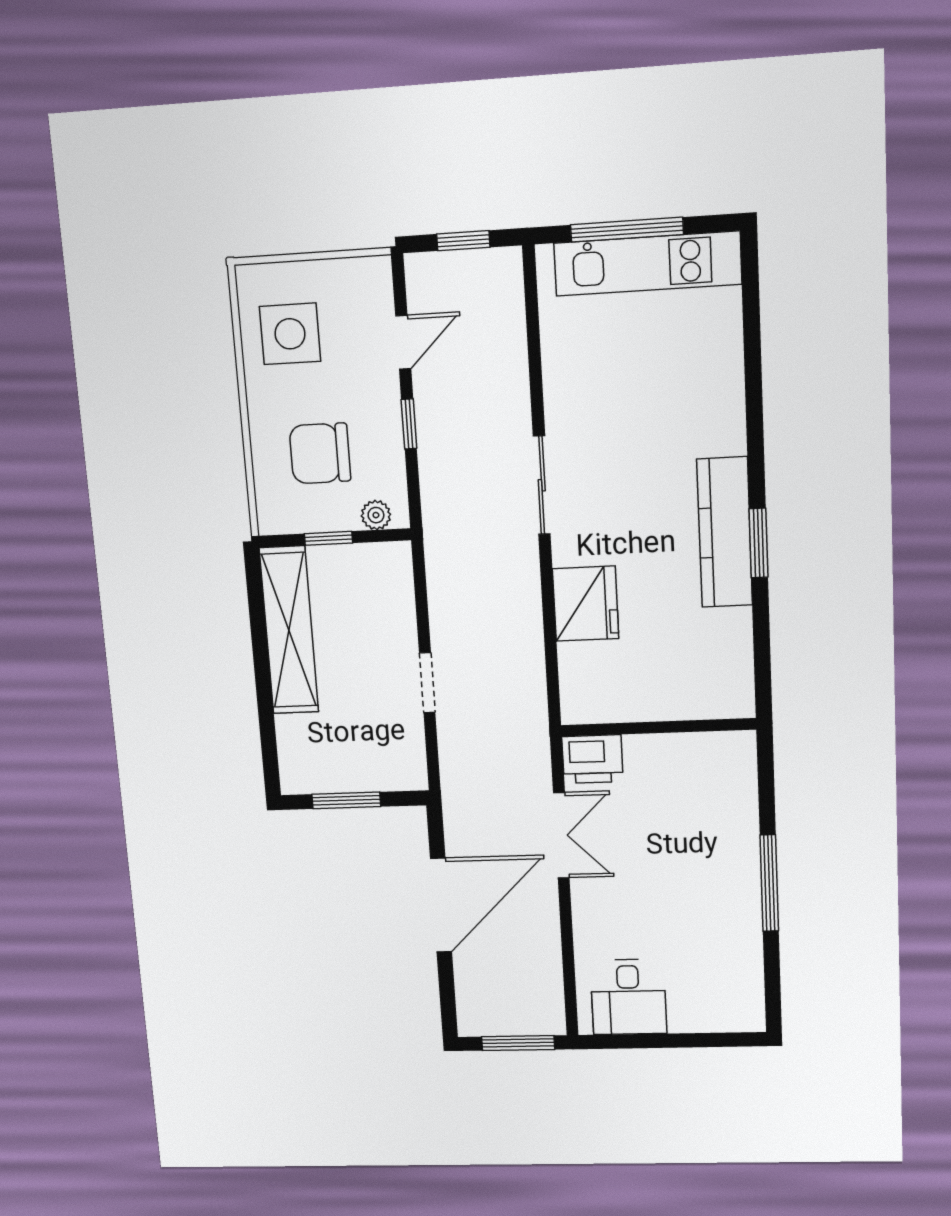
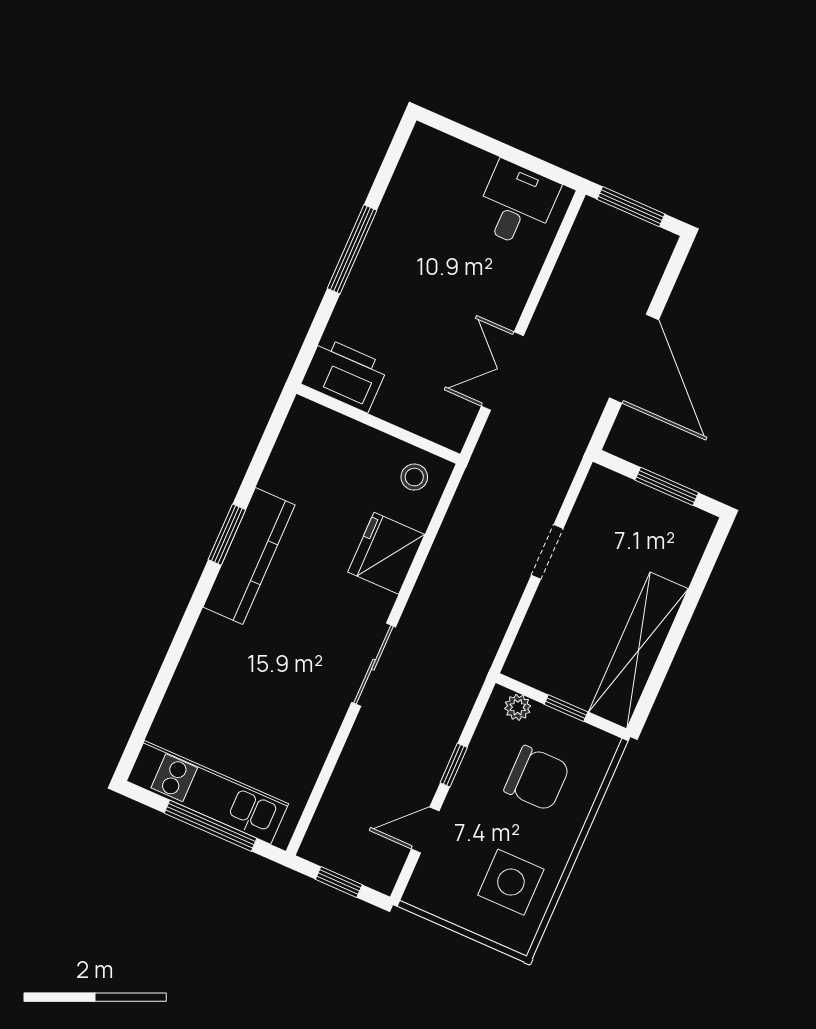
stool: (596, 692) -> (414, 477), added
printer: (592, 759) -> (345, 375), moved, width x1.37, depth x1.19
door: (441, 905) -> (634, 359), swing flipped

